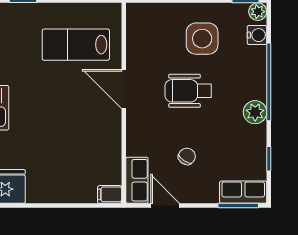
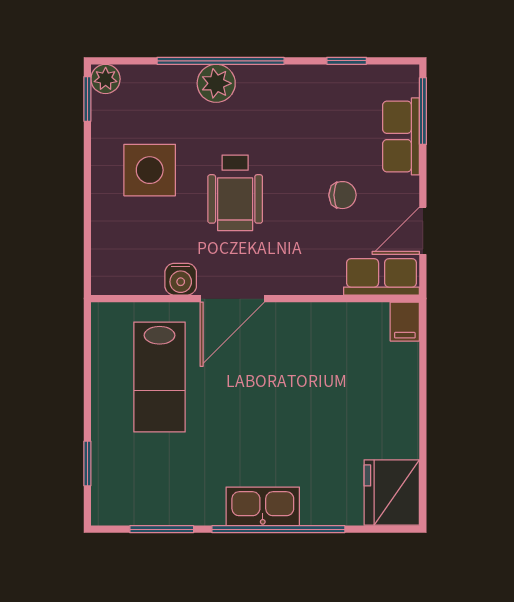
water cooler: (257, 35) -> (181, 279), moved, turned 180
plant: (255, 112) -> (216, 83), moved
chair: (187, 156) -> (342, 195), turned 146
row of seats: (243, 192) -> (401, 136), moved

